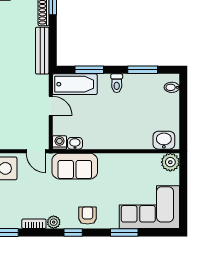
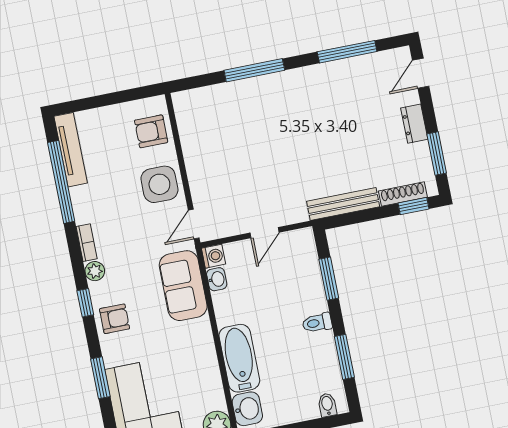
bathtub: (75, 84) -> (239, 358), moved, turned 180

